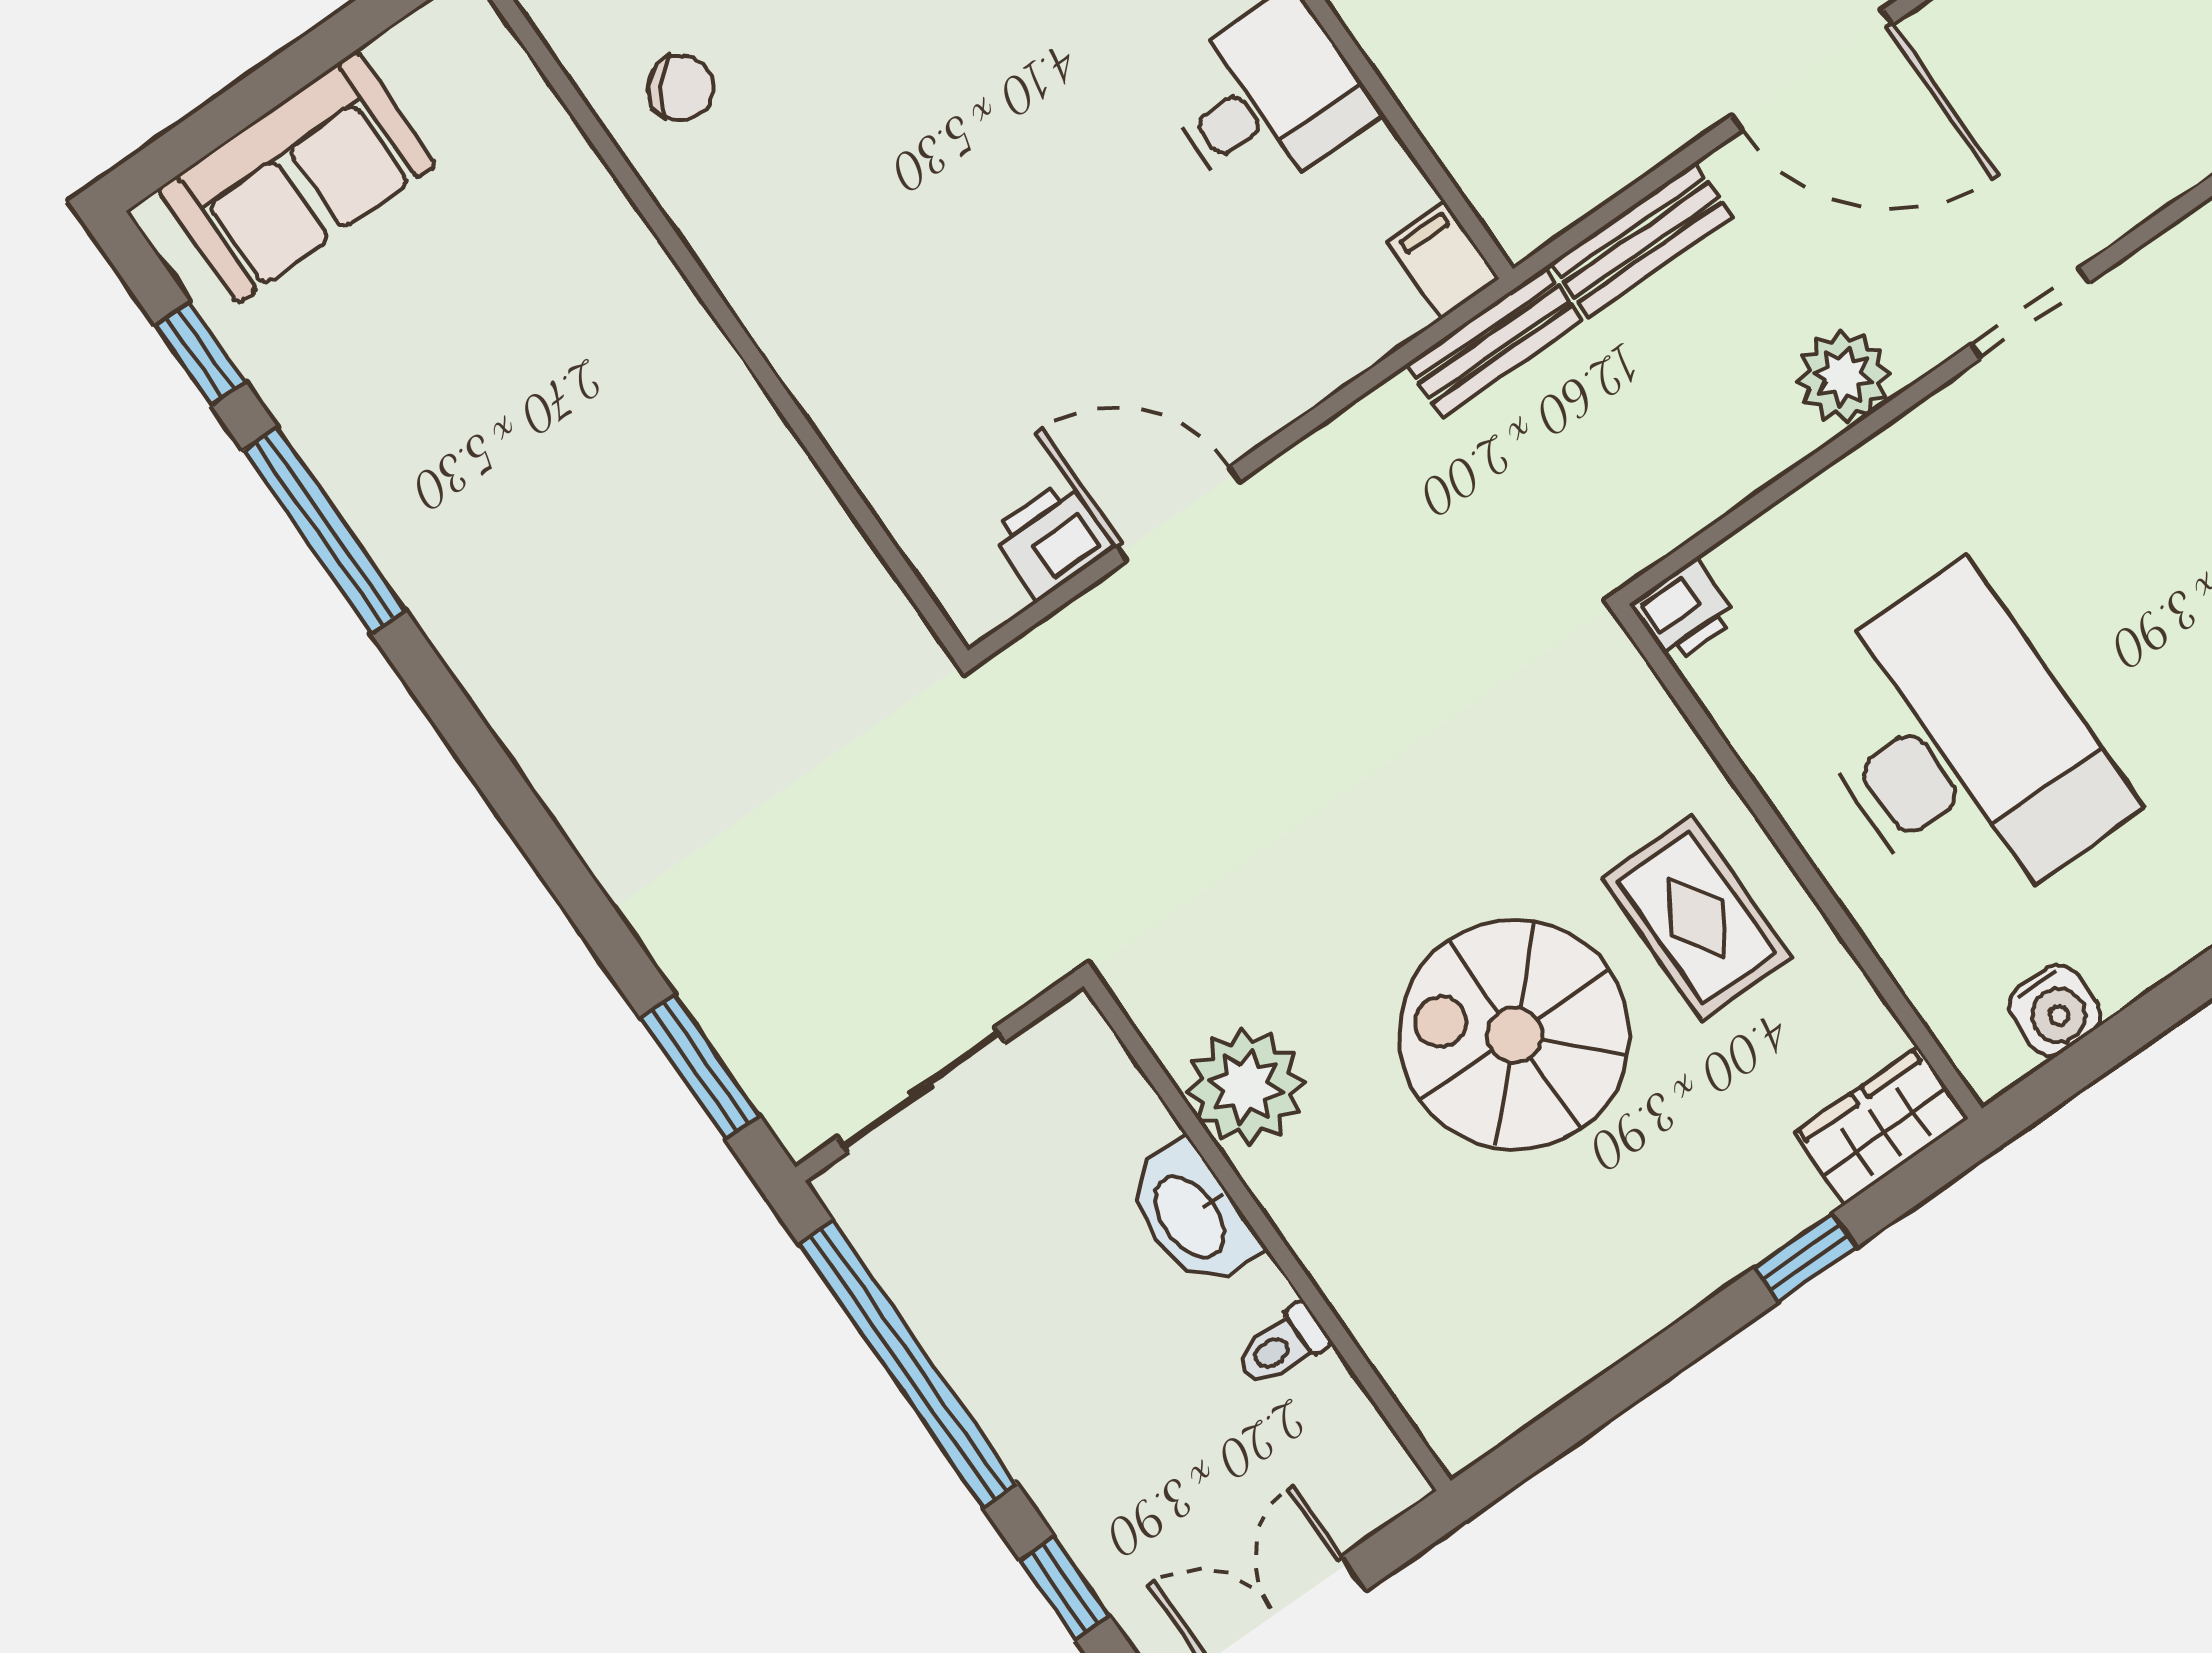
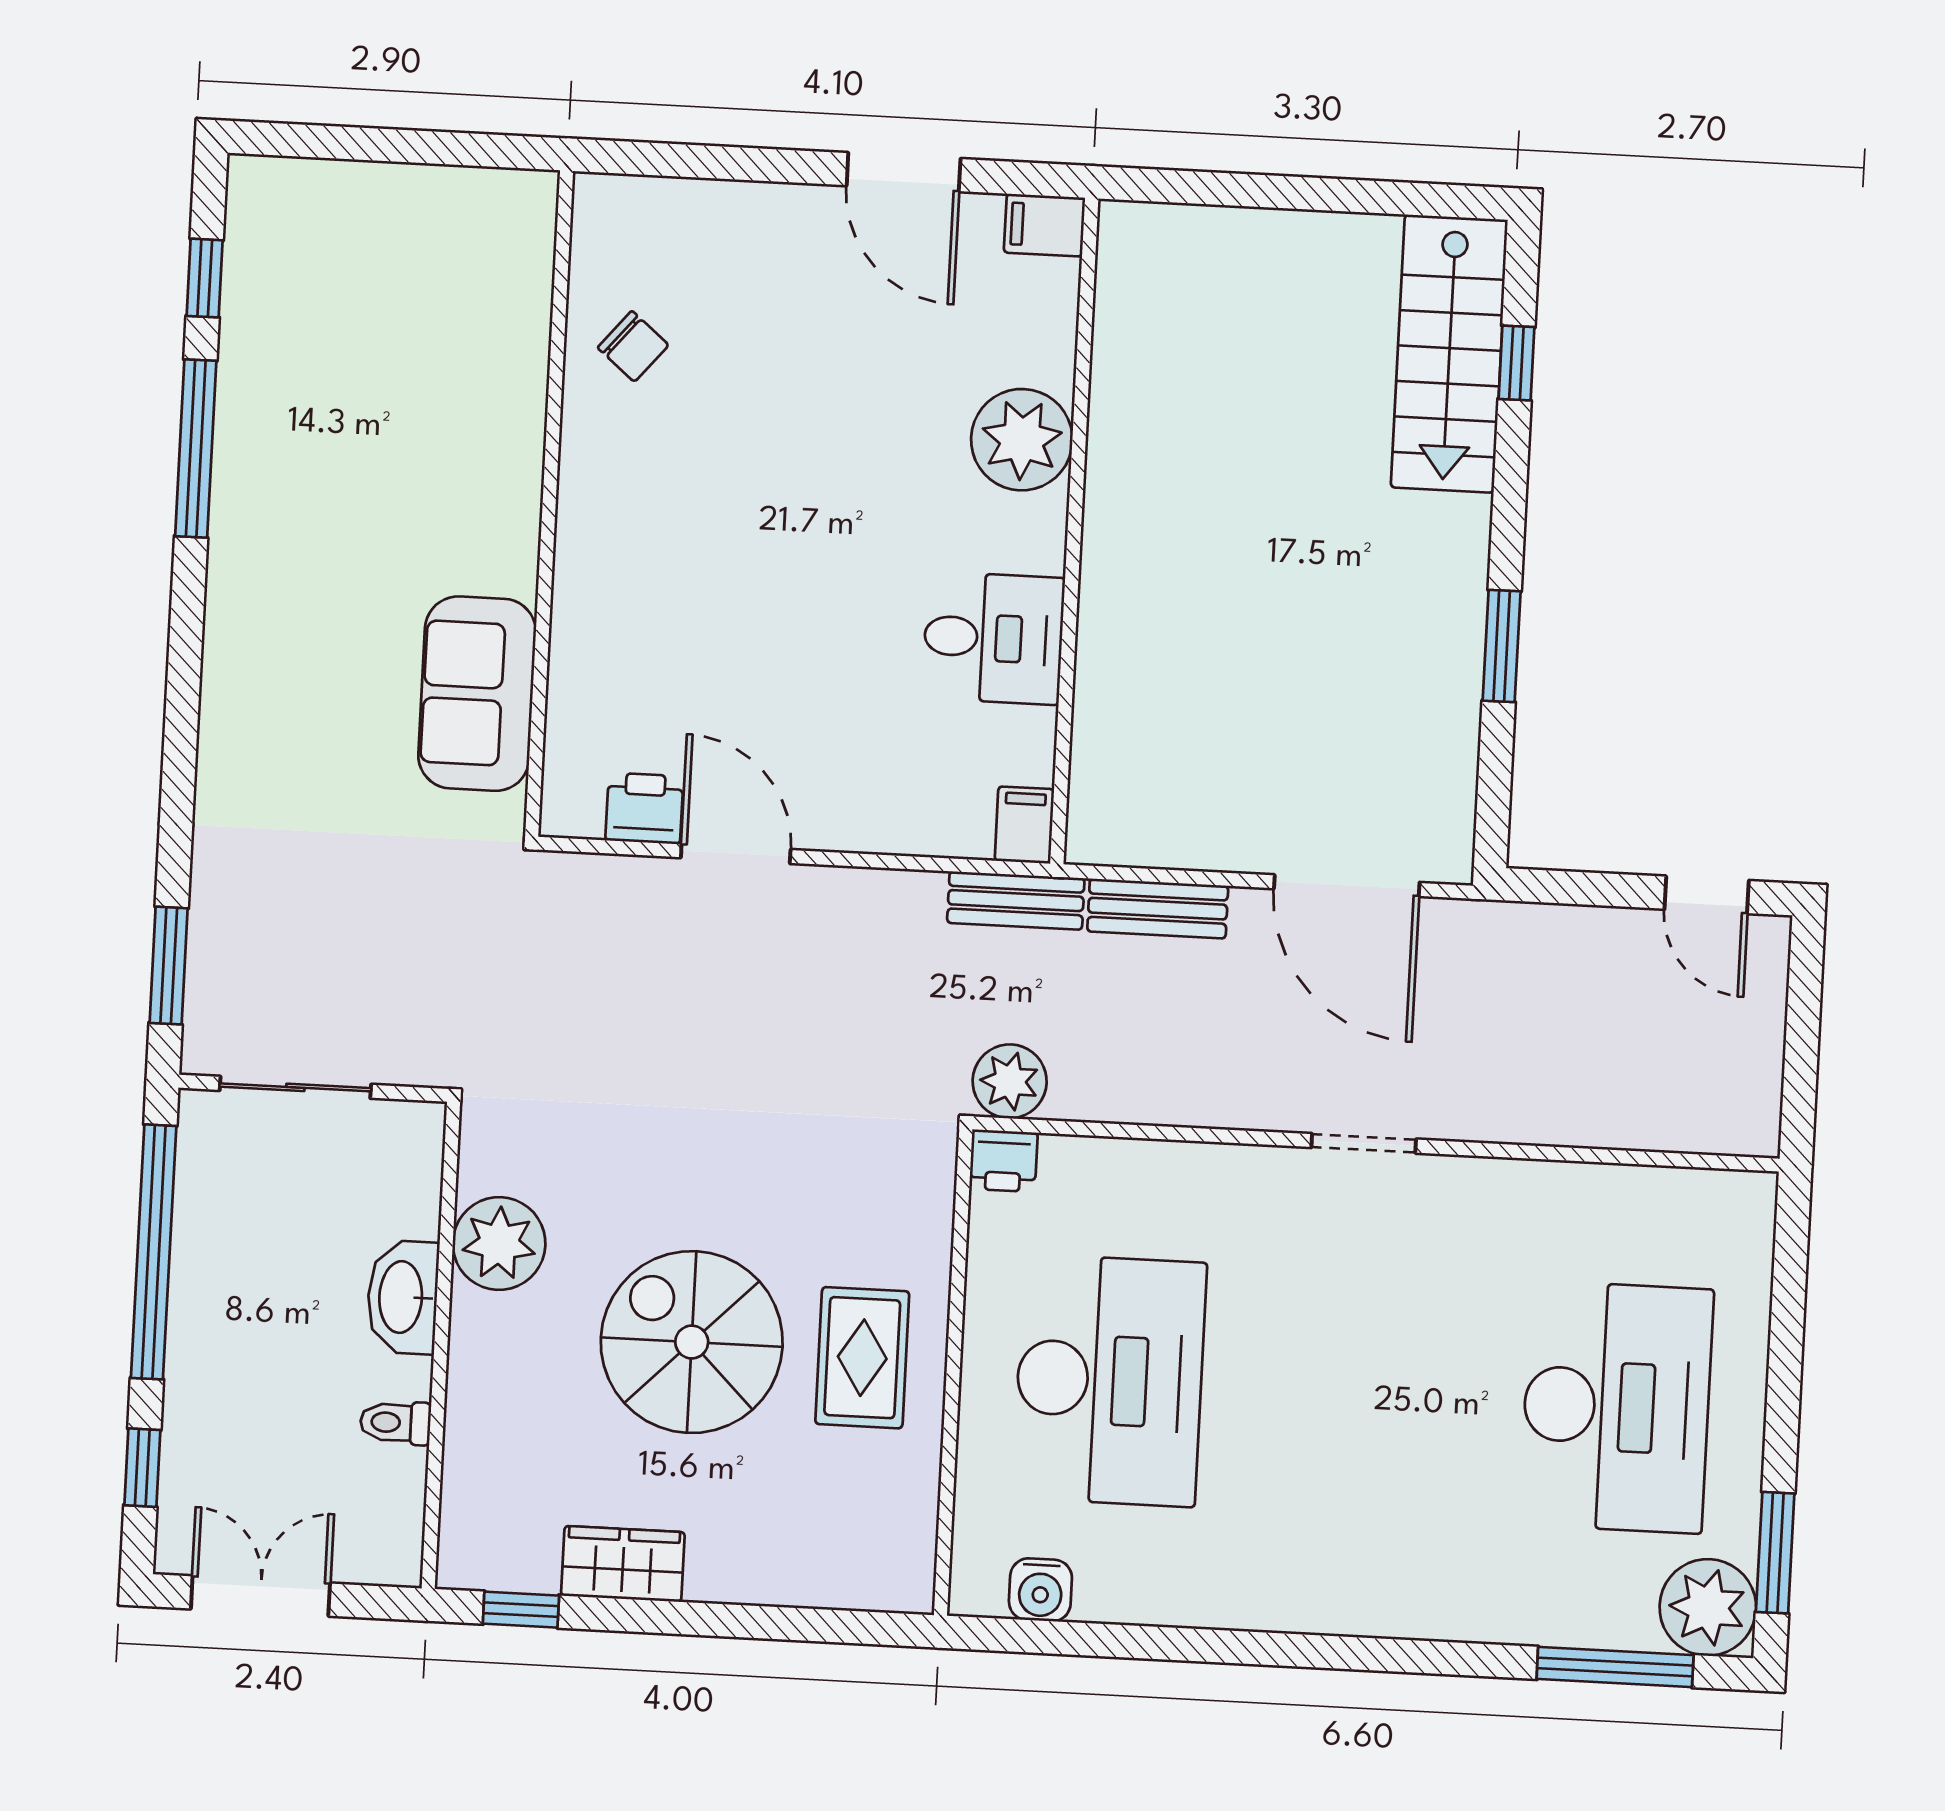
sofa: (297, 177) -> (477, 694), moved, turned 90
plant: (1843, 377) -> (1010, 1081), moved
wardrobe: (1881, 1126) -> (623, 1564), moved
window: (1805, 1257) -> (521, 1610), moved

